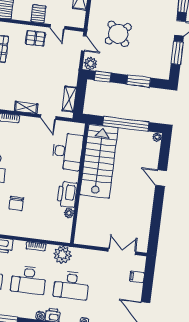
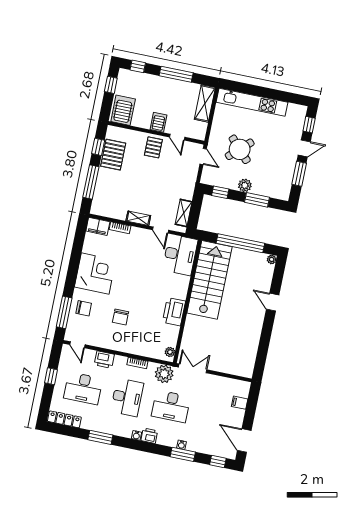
pallet: (35, 38) -> (153, 147), turned 90
plant: (90, 64) -> (245, 185), moved
desk: (67, 151) -> (180, 255), moved
plant: (69, 213) -> (170, 352), moved
double door: (122, 251) -> (193, 368), moved
desk: (29, 280) -> (127, 397), turned -90

